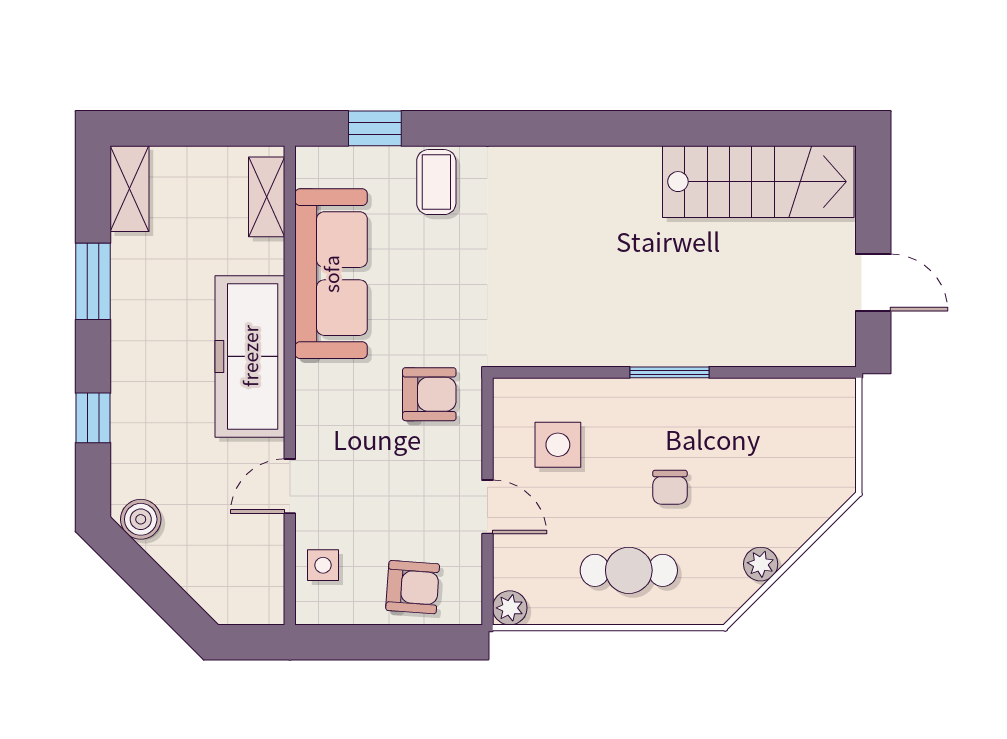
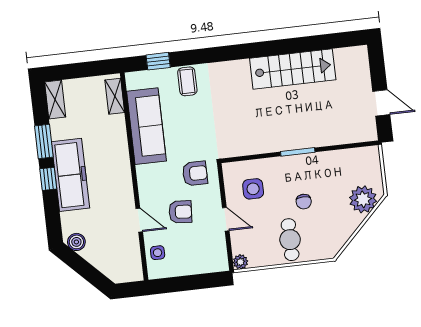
stairs: (758, 182) -> (293, 69), moved
freezer: (250, 356) -> (71, 175), moved, turned 180
window: (93, 418) -> (48, 179), moved
door: (290, 486) -> (139, 220), swing flipped
plant: (761, 564) -> (363, 199), moved, width x1.88, depth x1.88
cafe table: (629, 570) -> (290, 240), turned 90
armchair: (413, 587) -> (180, 212), moved

